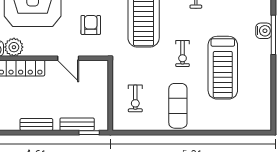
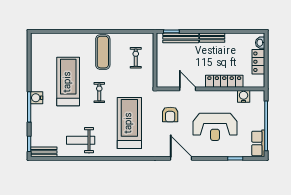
water cooler: (264, 31) -> (37, 98), moved
plant: (14, 47) -> (229, 97), removed
bench: (77, 124) -> (181, 38), width x1.36

